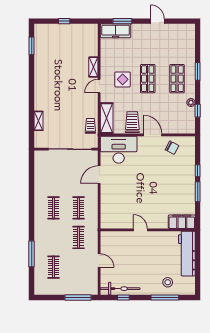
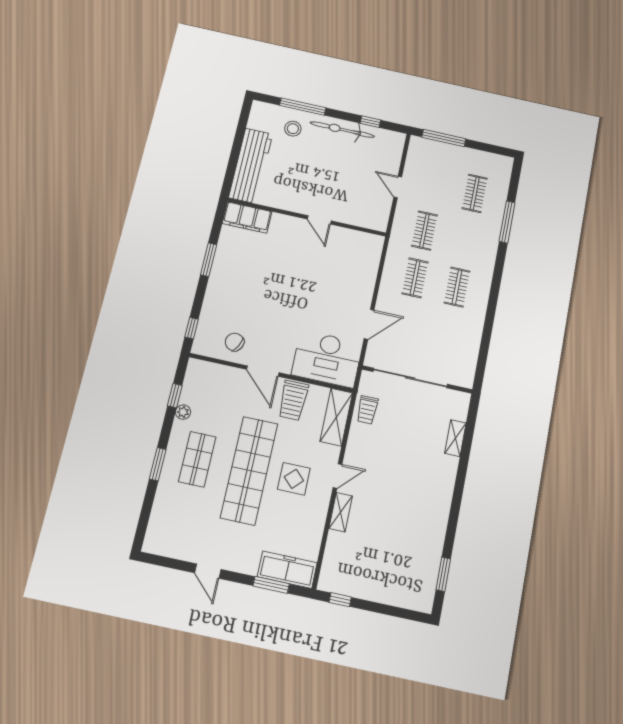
window: (64, 21) -> (340, 600), moved
shop shelf: (148, 79) -> (249, 470), width x2.00, depth x1.36
window: (198, 171) -> (192, 328), moved
bicycle: (120, 289) -> (342, 130), moved

